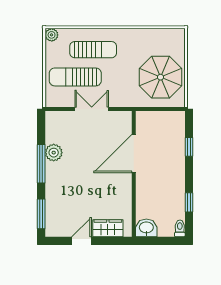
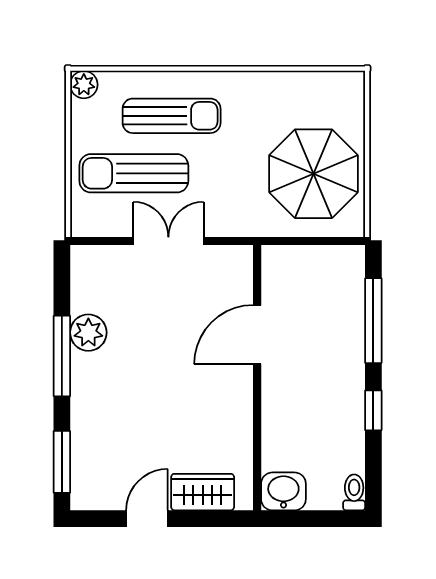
window: (189, 147) -> (373, 321), width x2.17
door: (134, 153) -> (257, 335), width x0.73
window: (189, 202) -> (373, 410), moved

